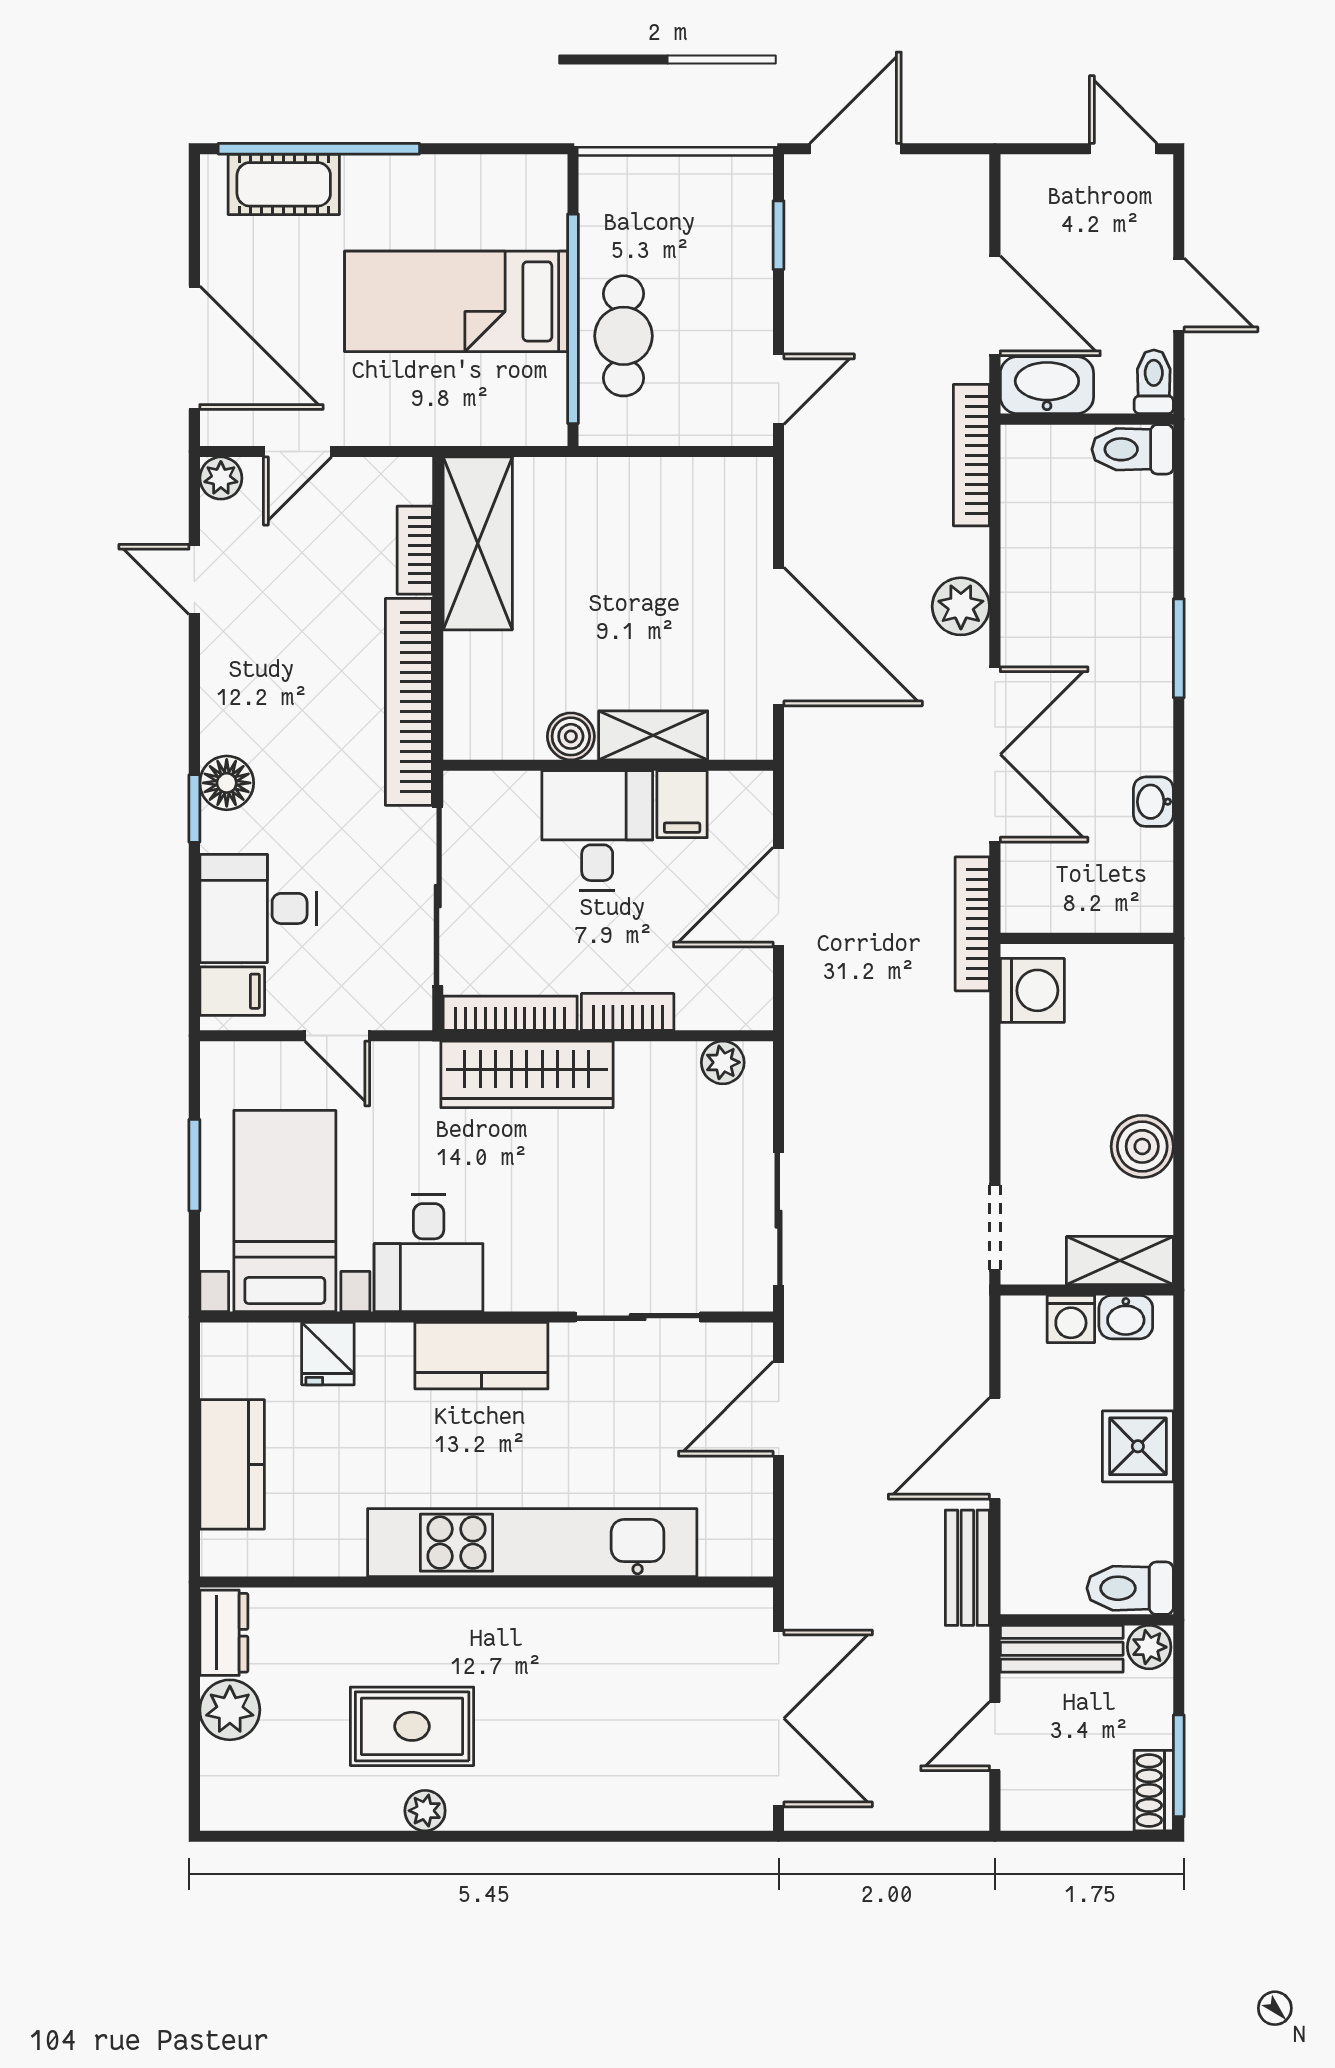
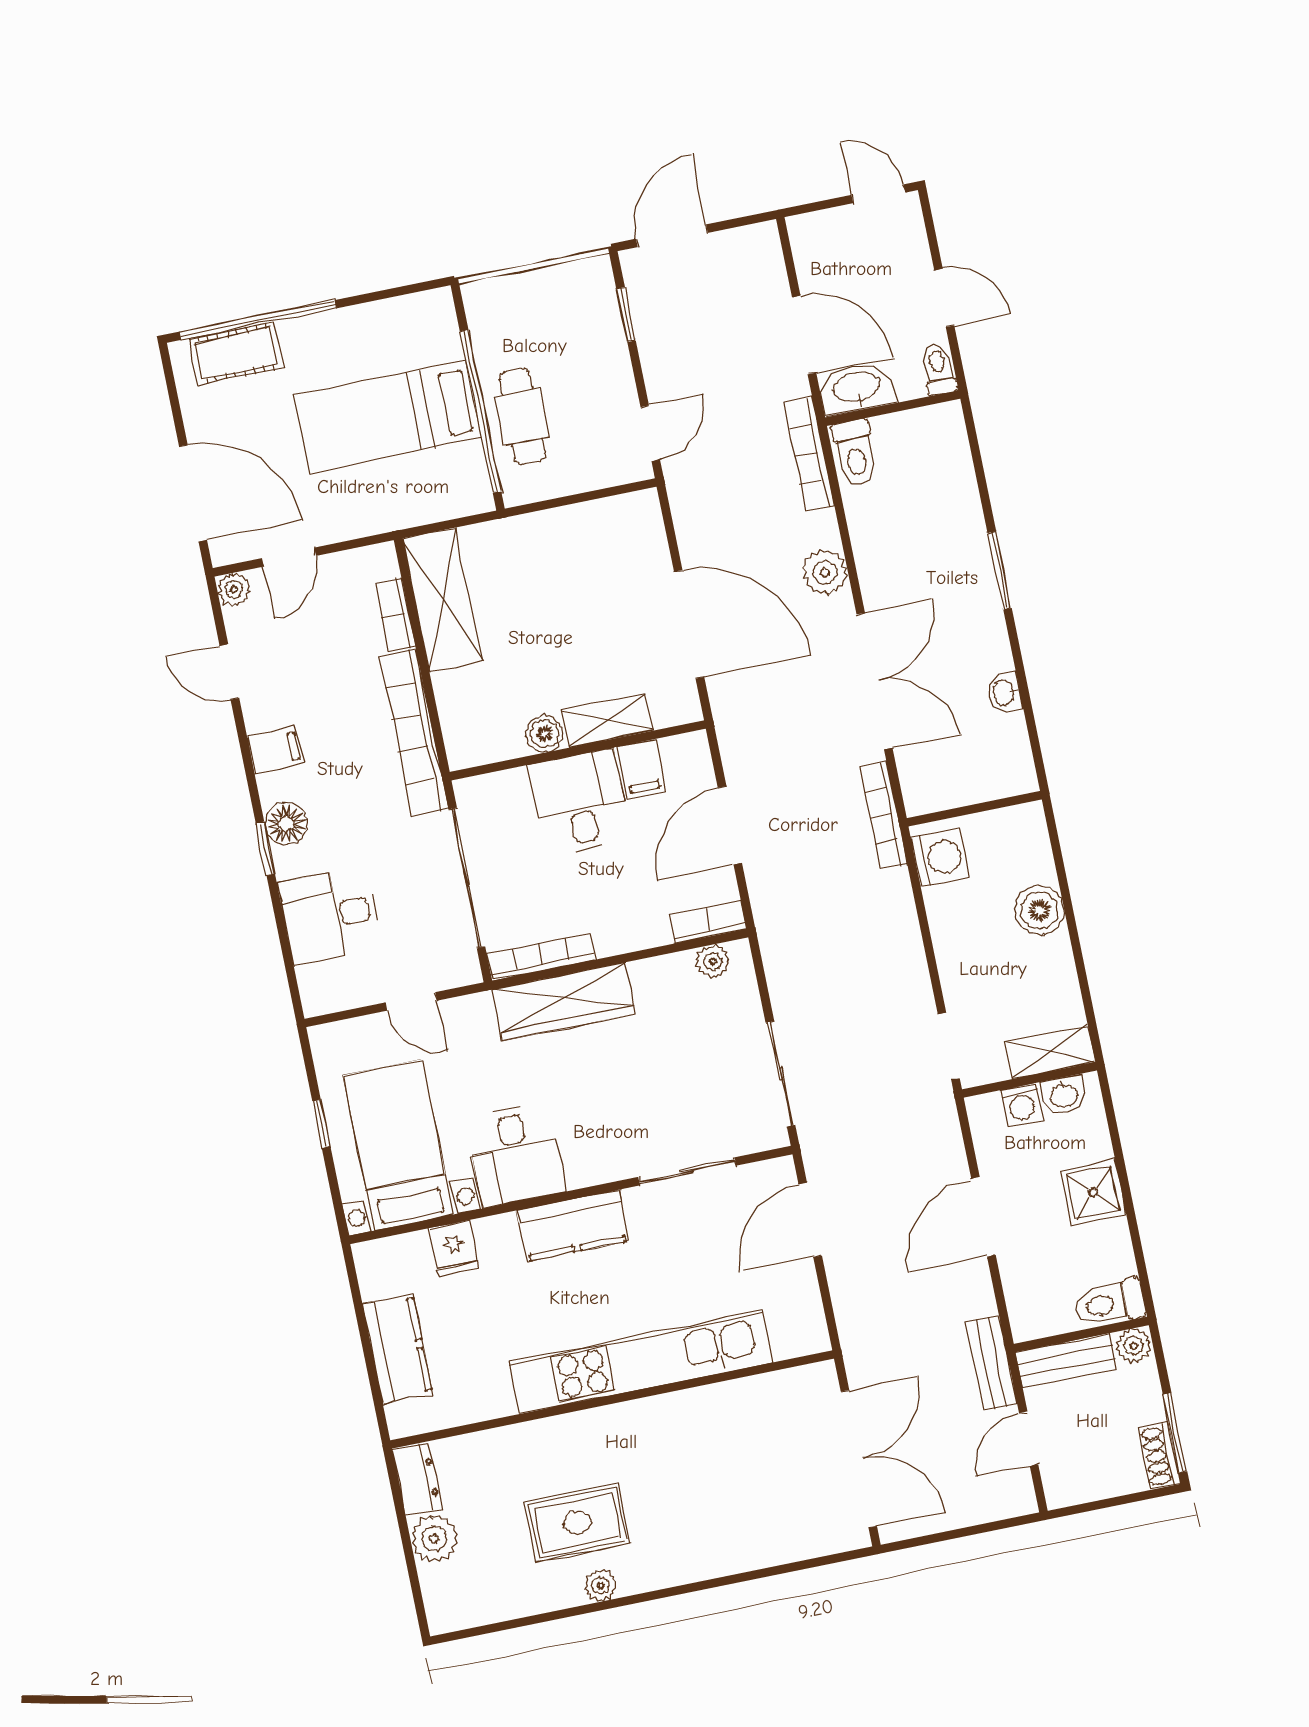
toilet: (1133, 449) -> (855, 453), moved, turned -90
filing cabinet: (232, 991) -> (276, 750), moved
bookcase: (628, 1012) -> (708, 922), moved
boiler: (1142, 1146) -> (1039, 910), moved
window: (194, 1165) -> (321, 1124), width x0.67
bench: (967, 1568) -> (991, 1363), moved

